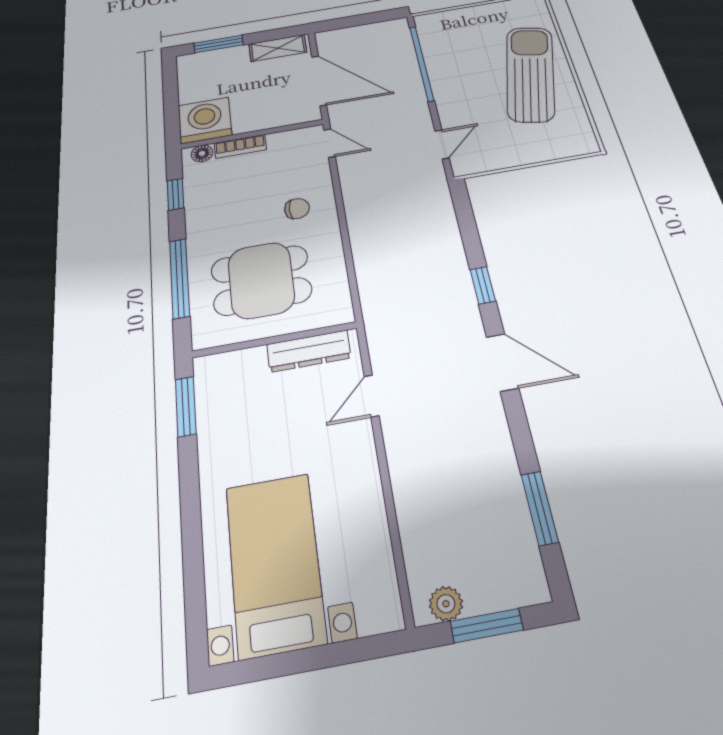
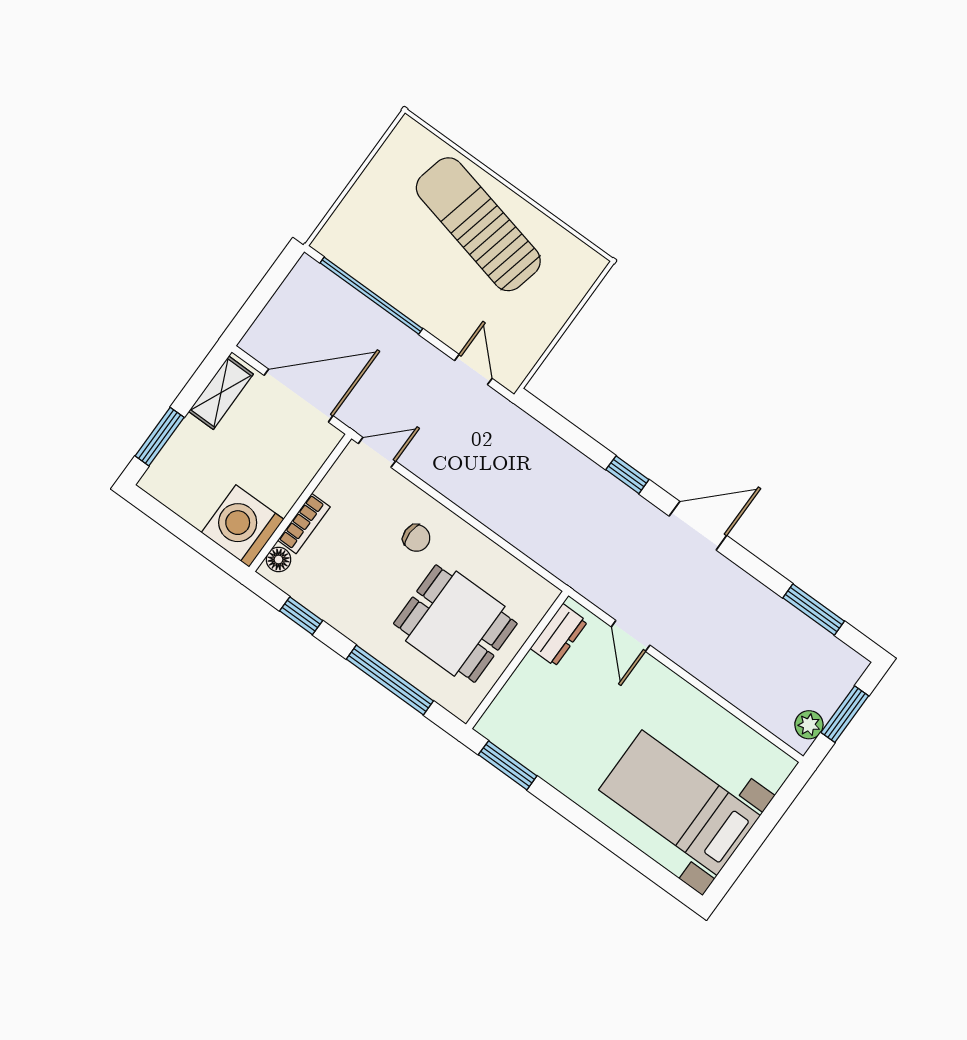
chair: (297, 209) -> (416, 538), turned 90
dining table: (261, 280) -> (455, 624), turned 90
dresser: (309, 351) -> (559, 635), width x0.70

